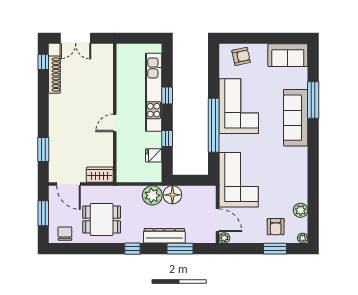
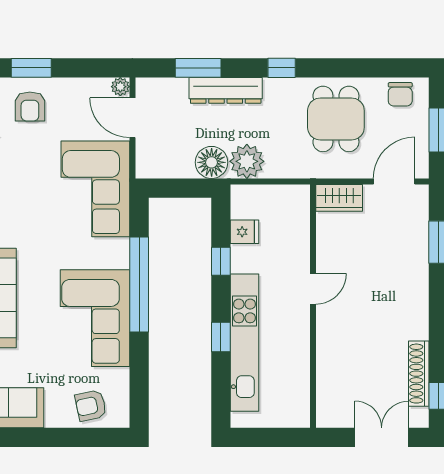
door: (68, 184) -> (394, 181), hinge flipped
dining table: (102, 220) -> (336, 119), turned 90
armchair: (276, 227) -> (30, 106), turned 180

